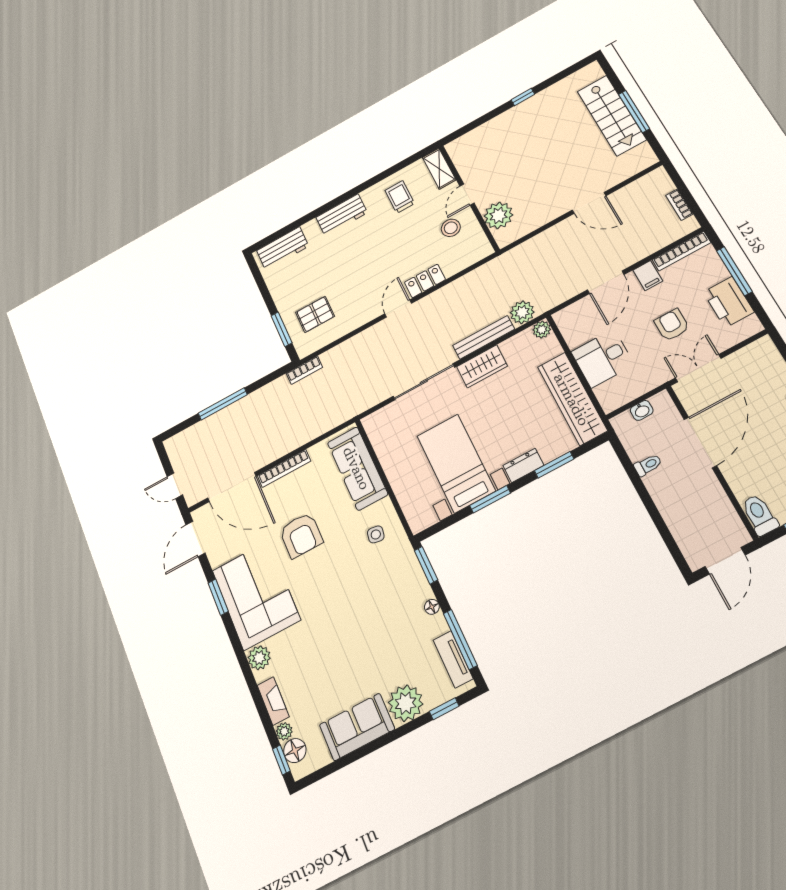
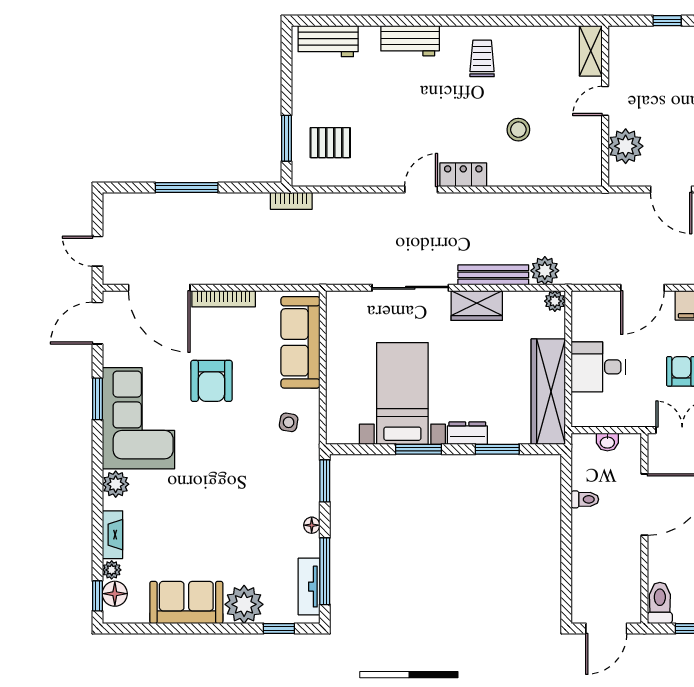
shelving: (439, 169) -> (591, 51), moved
door: (467, 195) -> (605, 101), moved
wall: (469, 198) -> (605, 106), moved
plant: (498, 215) -> (626, 146), moved

